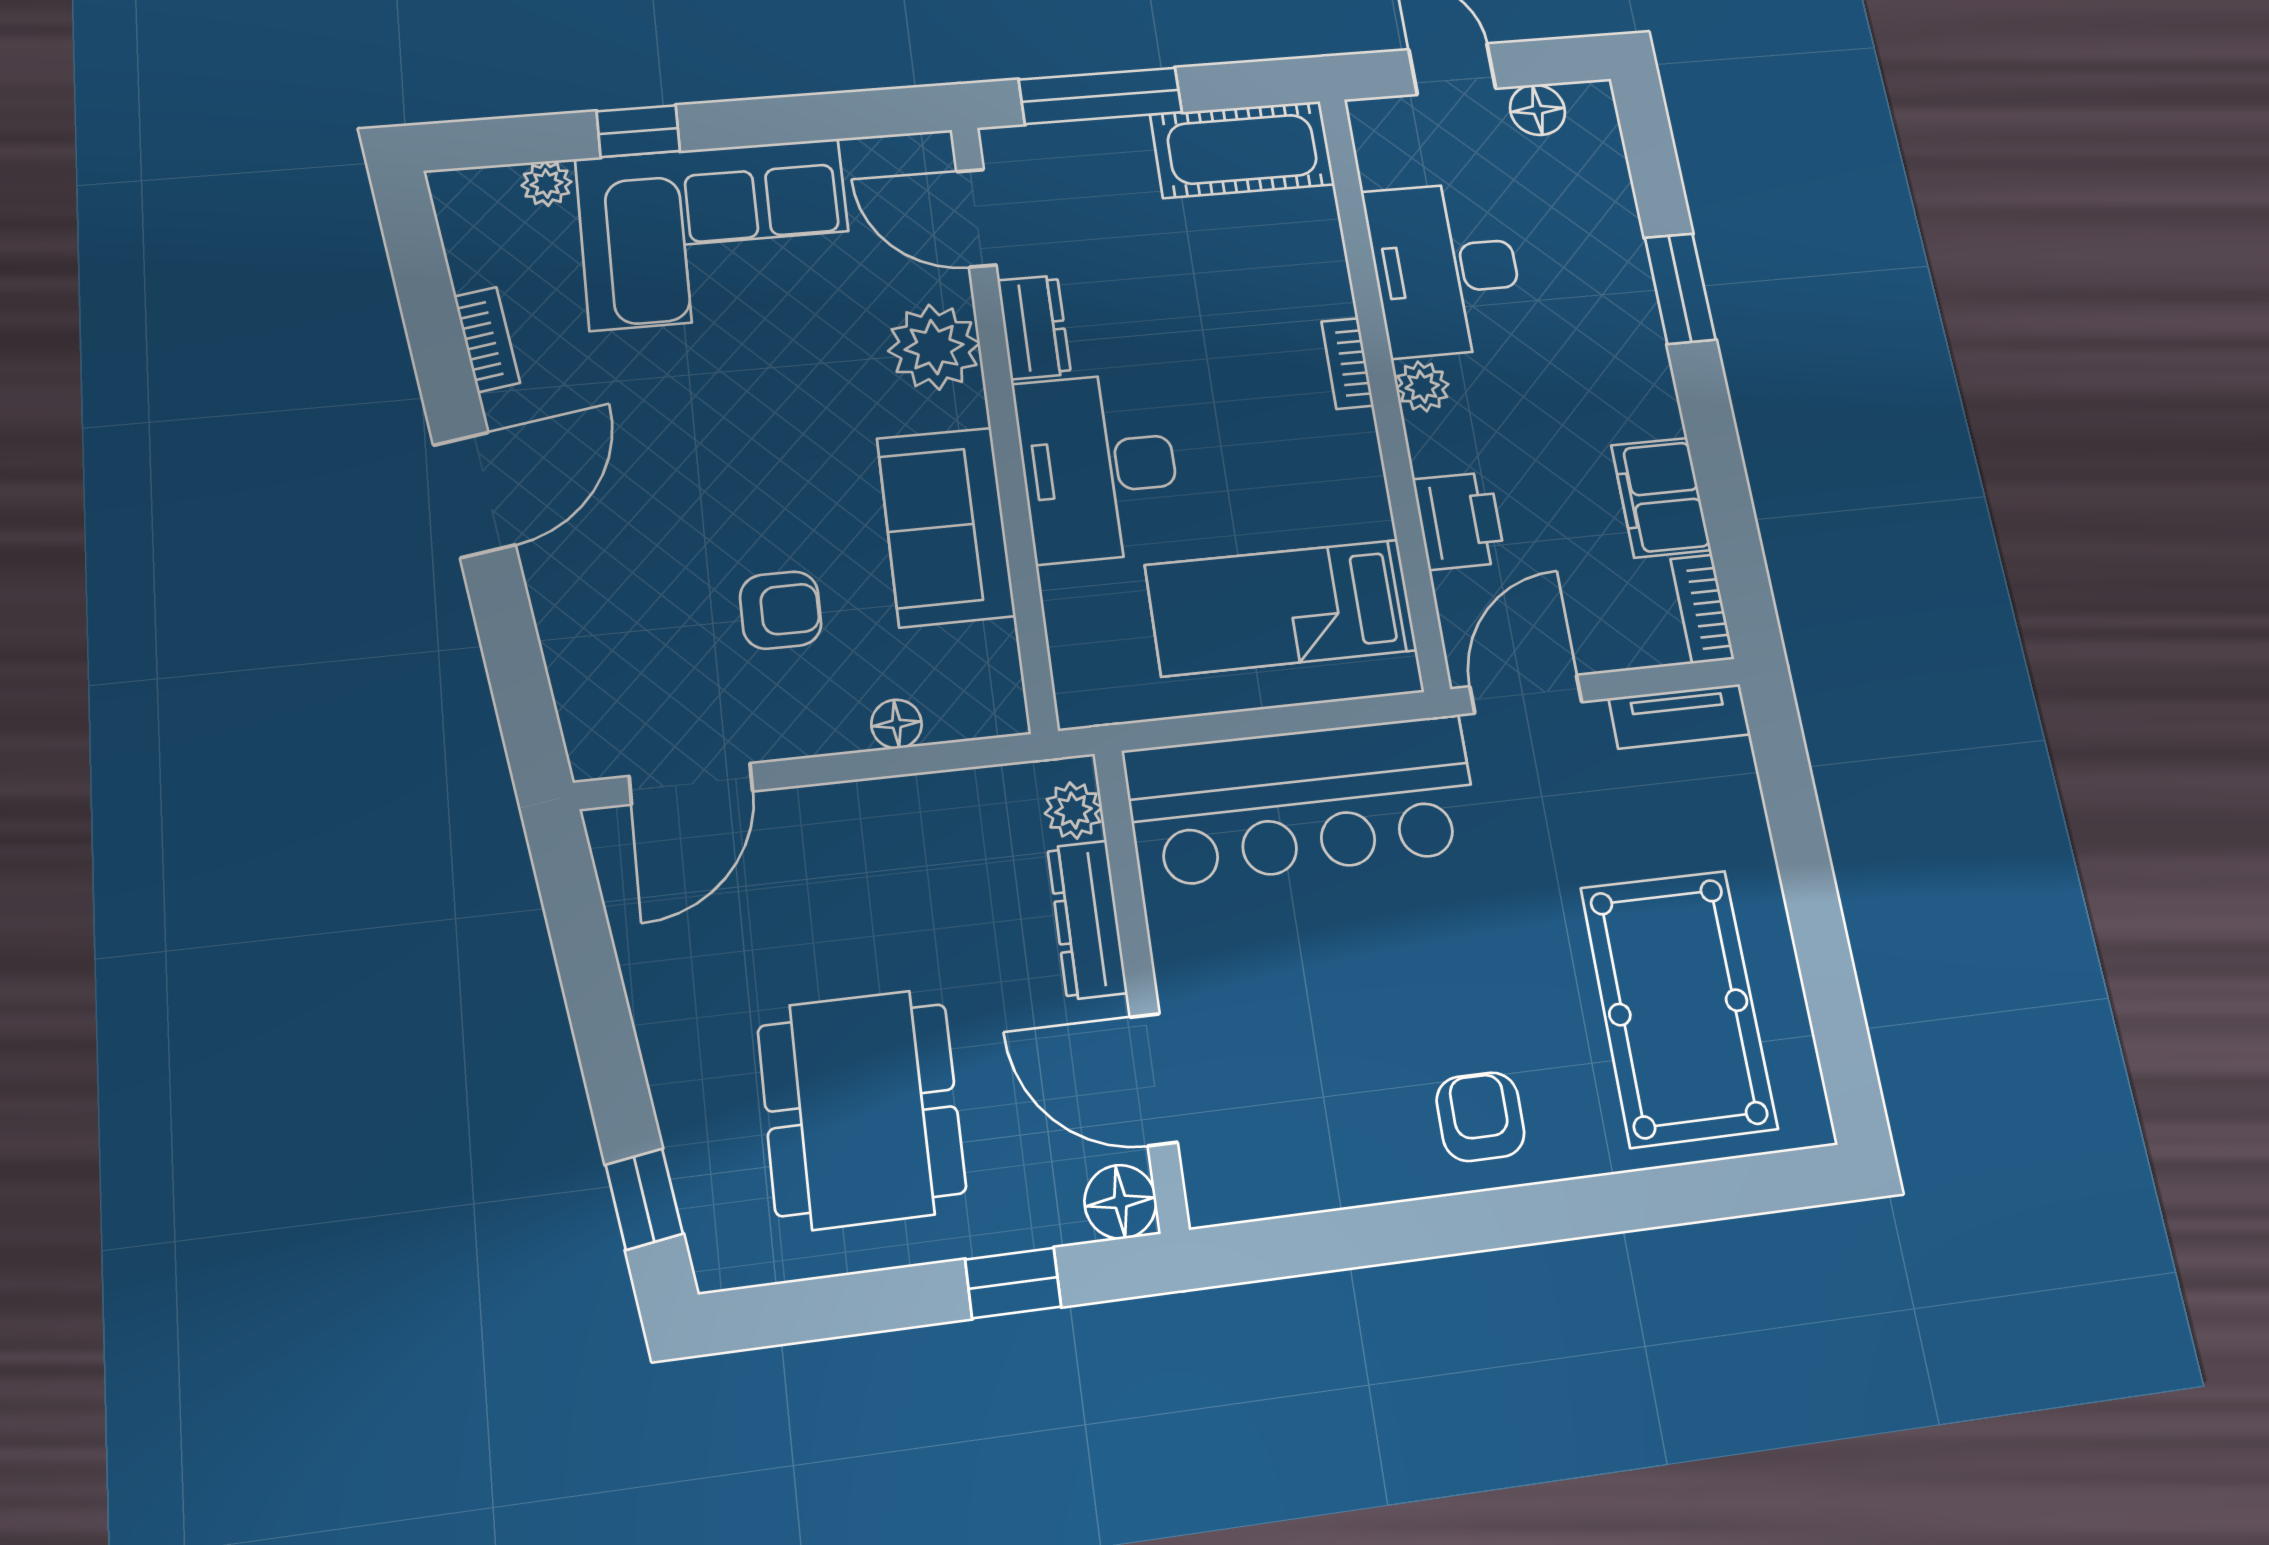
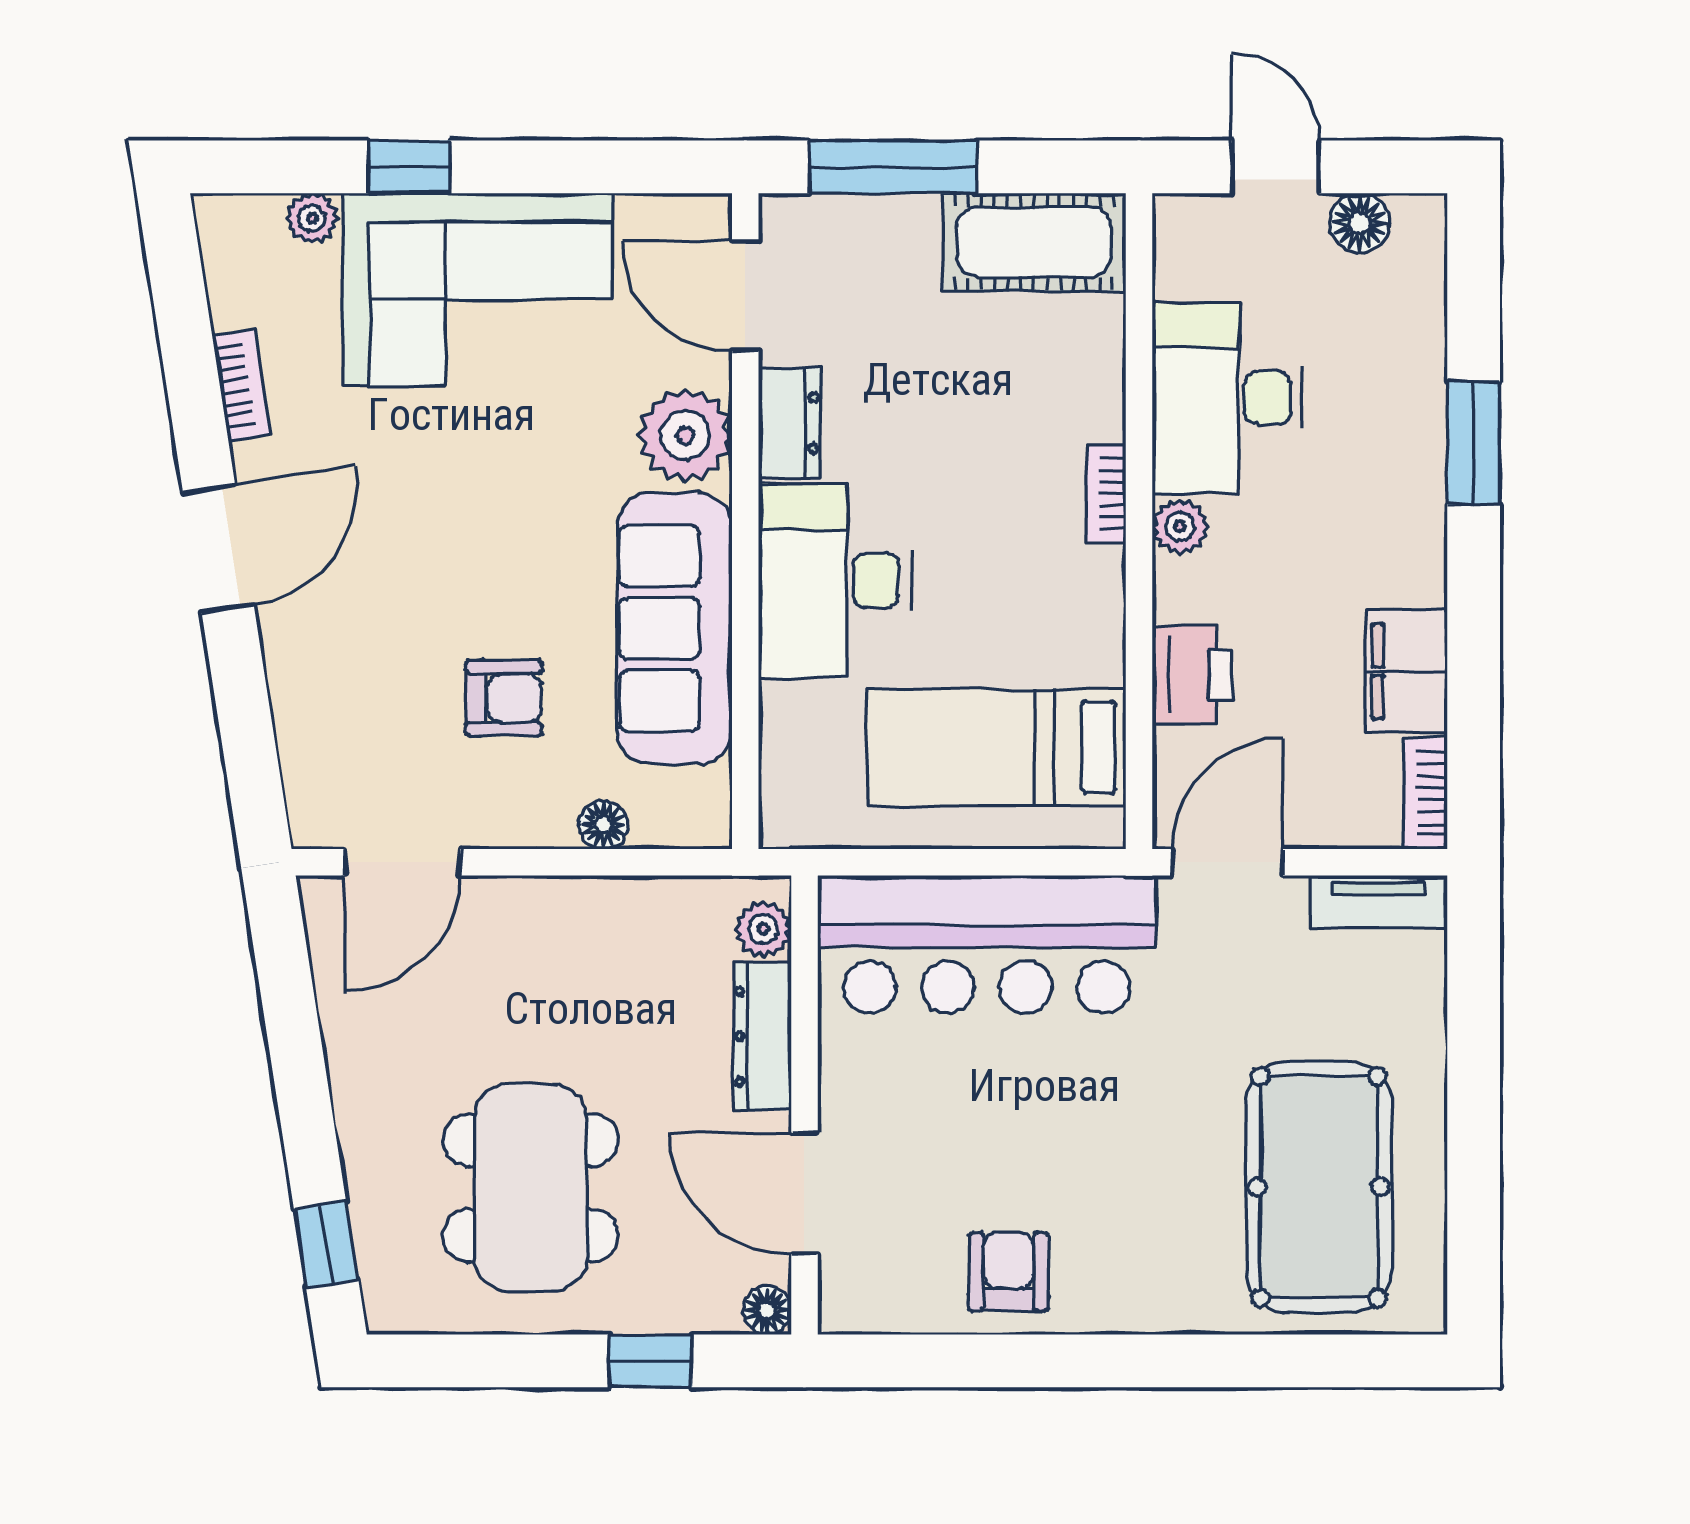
sofa: (946, 527) -> (675, 628), width x1.36
armchair: (1480, 1117) -> (1008, 1272), moved
floor lamp: (1120, 1202) -> (767, 1310), width x0.73, depth x0.73

